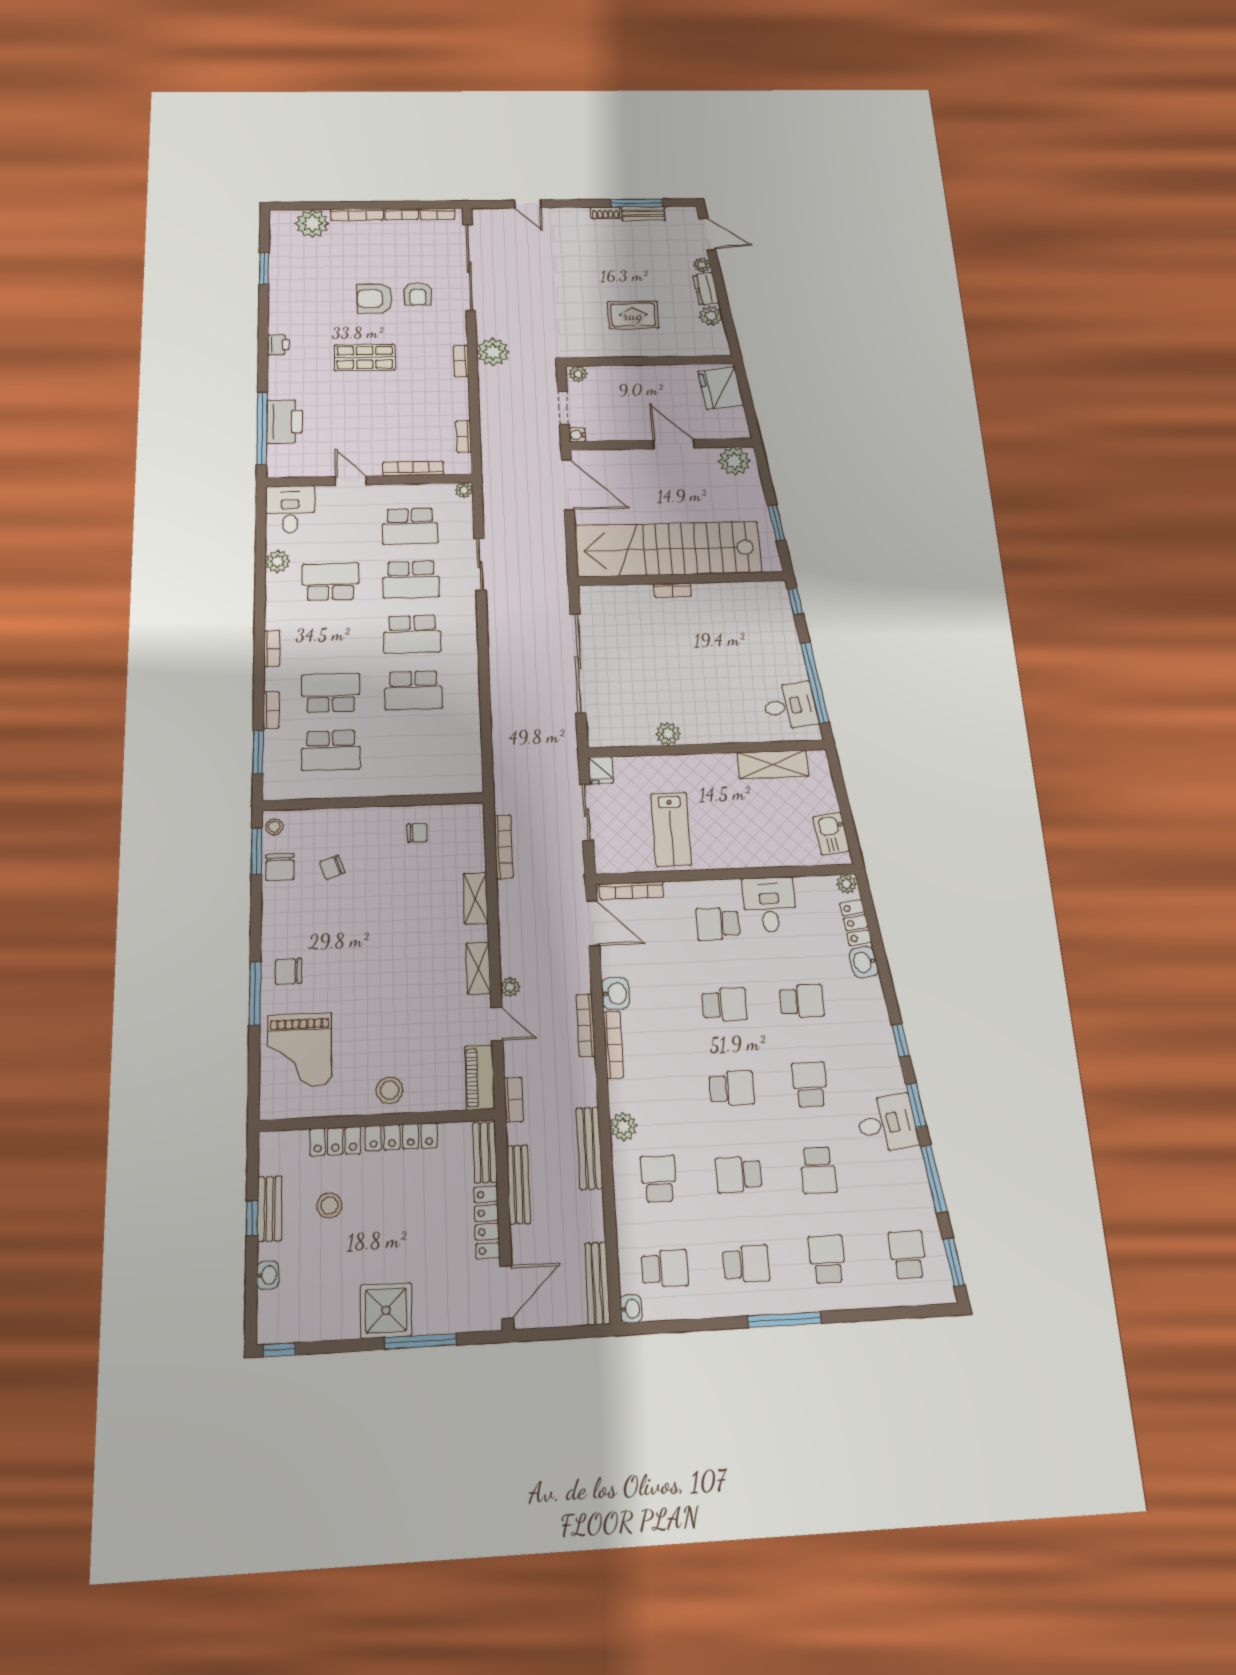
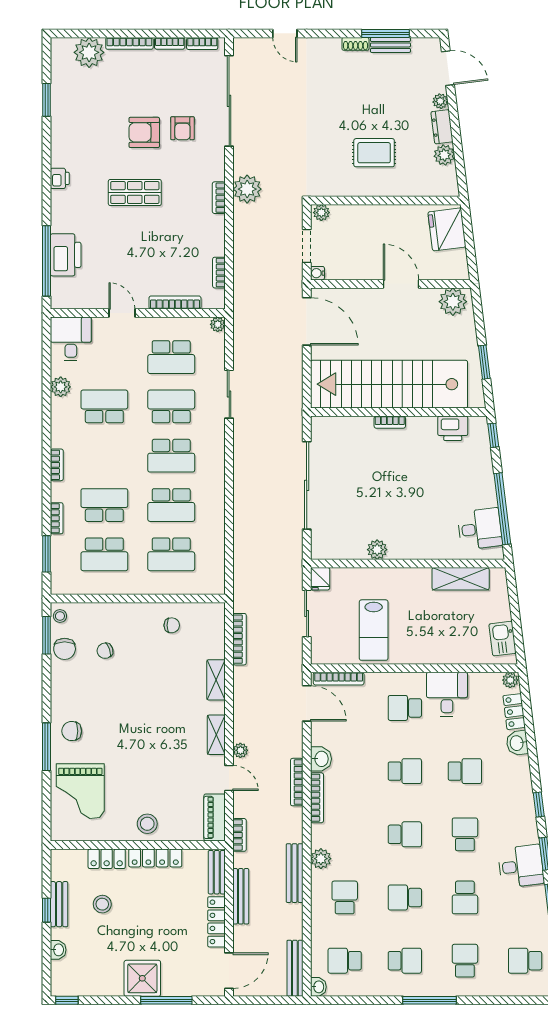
school desk: (411, 580) -> (171, 406), turned 180
printer: (747, 595) -> (453, 428), added
school desk: (415, 748) -> (171, 554), added
school desk: (907, 1255) -> (525, 961), turned -90
school desk: (665, 1268) -> (345, 961), turned 180

